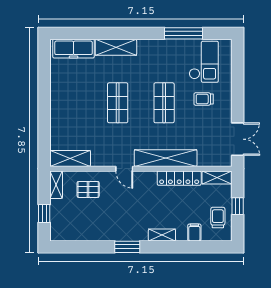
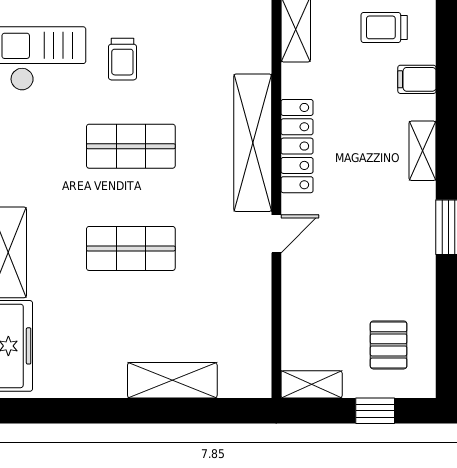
shelving: (70, 158) -> (172, 380), moved, turned 90
locker: (179, 178) -> (297, 146), moved
pallet: (88, 189) -> (389, 345), moved

